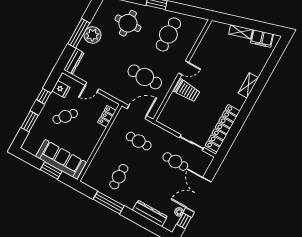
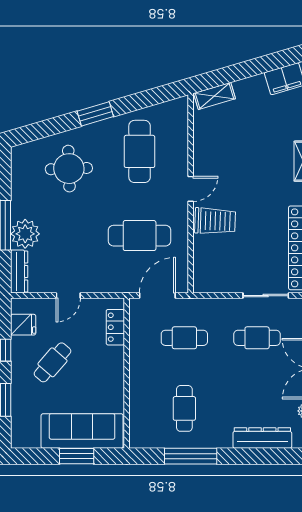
shelving: (241, 32) -> (214, 96), moved
plant: (92, 35) -> (25, 234), moved

